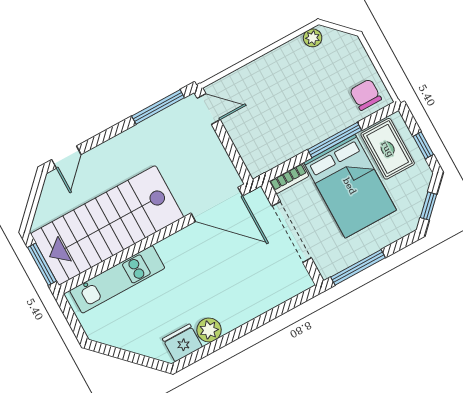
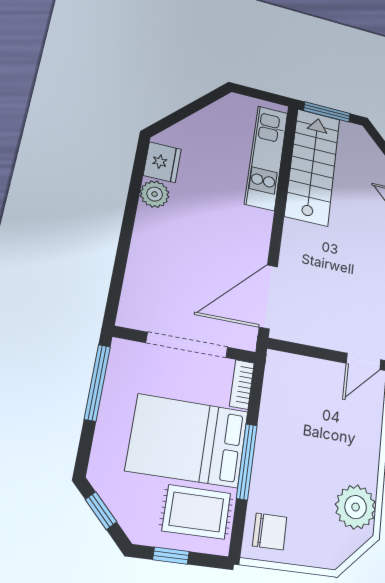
plant: (313, 38) -> (356, 507), width x1.87, depth x1.87
stairs: (107, 225) -> (313, 167), width x0.73, depth x0.66

